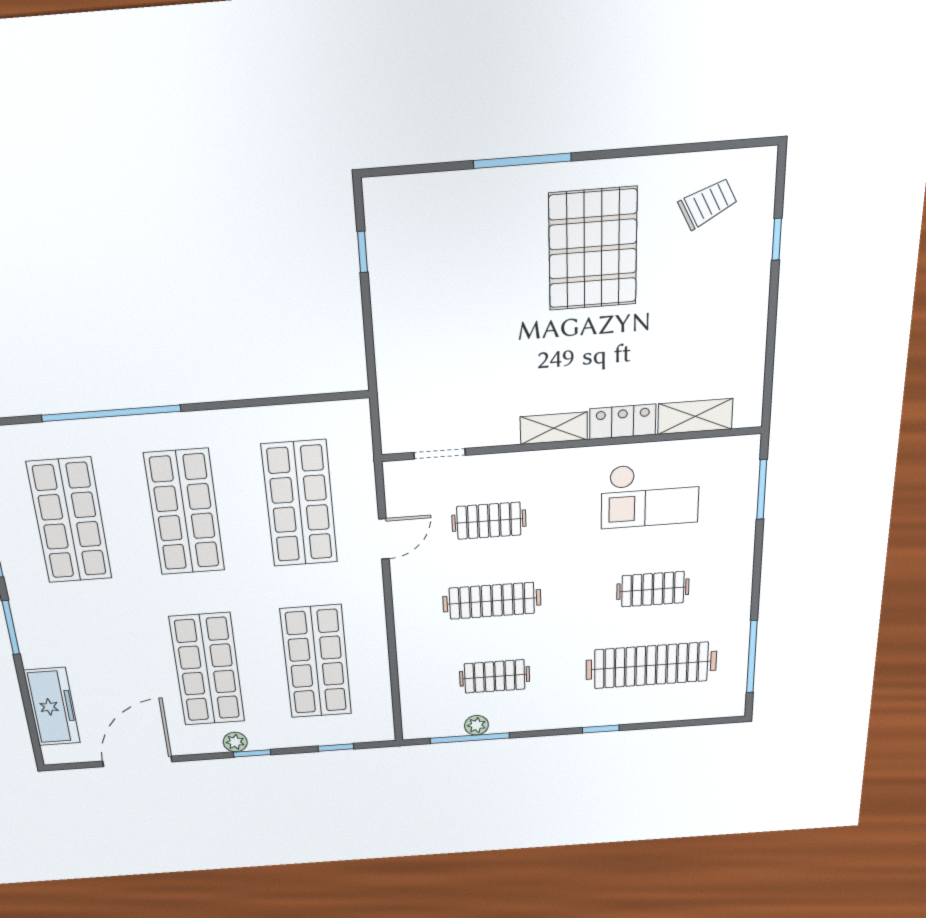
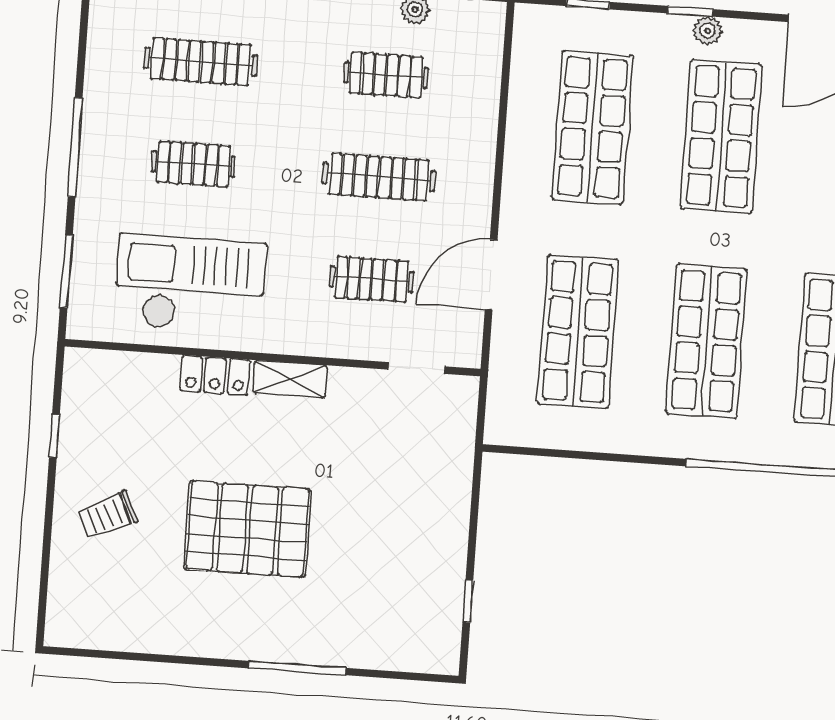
trolley: (708, 204) -> (108, 515), moved
window: (777, 239) -> (54, 436), moved
pallet: (593, 249) -> (247, 529), moved, turned 90
shelving: (695, 416) -> (137, 370), removed
checkout: (650, 495) -> (190, 284), width x1.36, depth x1.21
door: (384, 539) -> (491, 275), width x1.38
window: (752, 657) -> (75, 147), moved
clothes rail: (651, 665) -> (201, 62), width x0.73, depth x0.76

